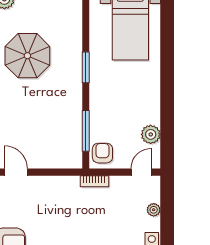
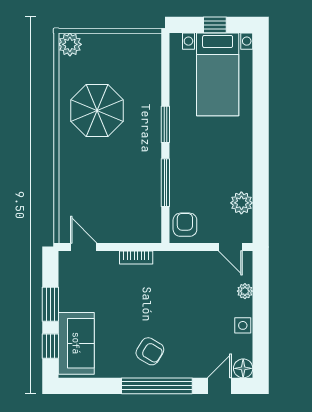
window: (86, 131) -> (165, 183), moved
door: (141, 172) -> (230, 247), swing flipped
bookcase: (94, 181) -> (136, 258), moved

